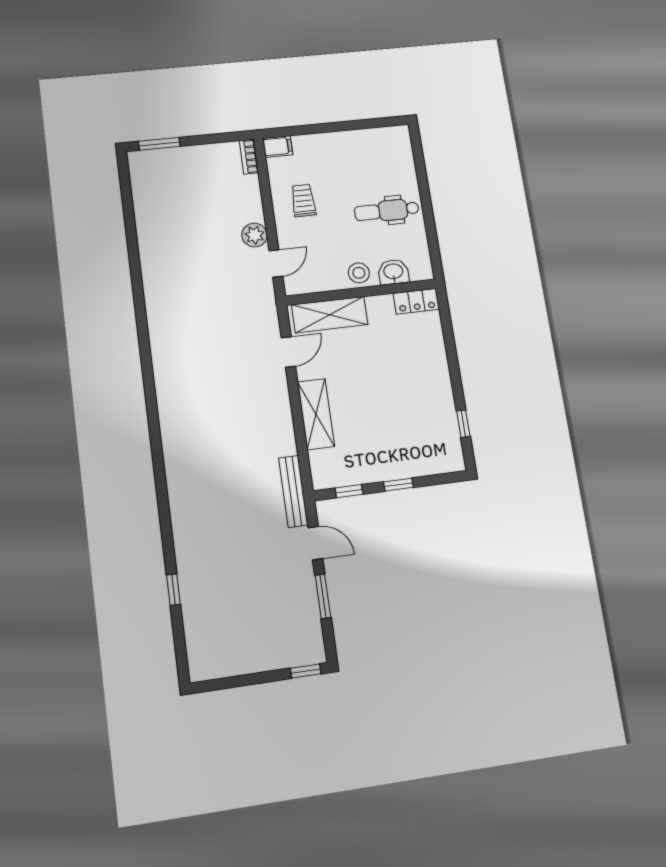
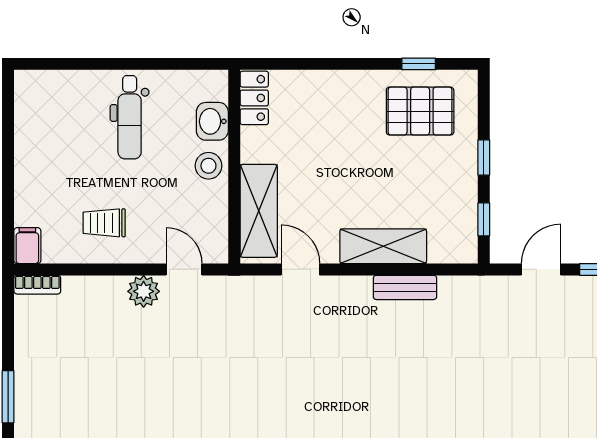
pallet: (427, 430) -> (420, 111), added
bench: (293, 491) -> (405, 287), moved, width x0.73

